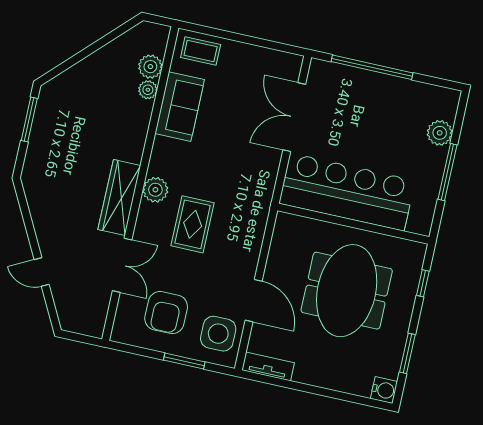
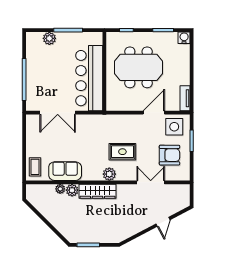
plant: (150, 67) -> (72, 190), moved
wardrobe: (119, 197) -> (98, 191), moved

